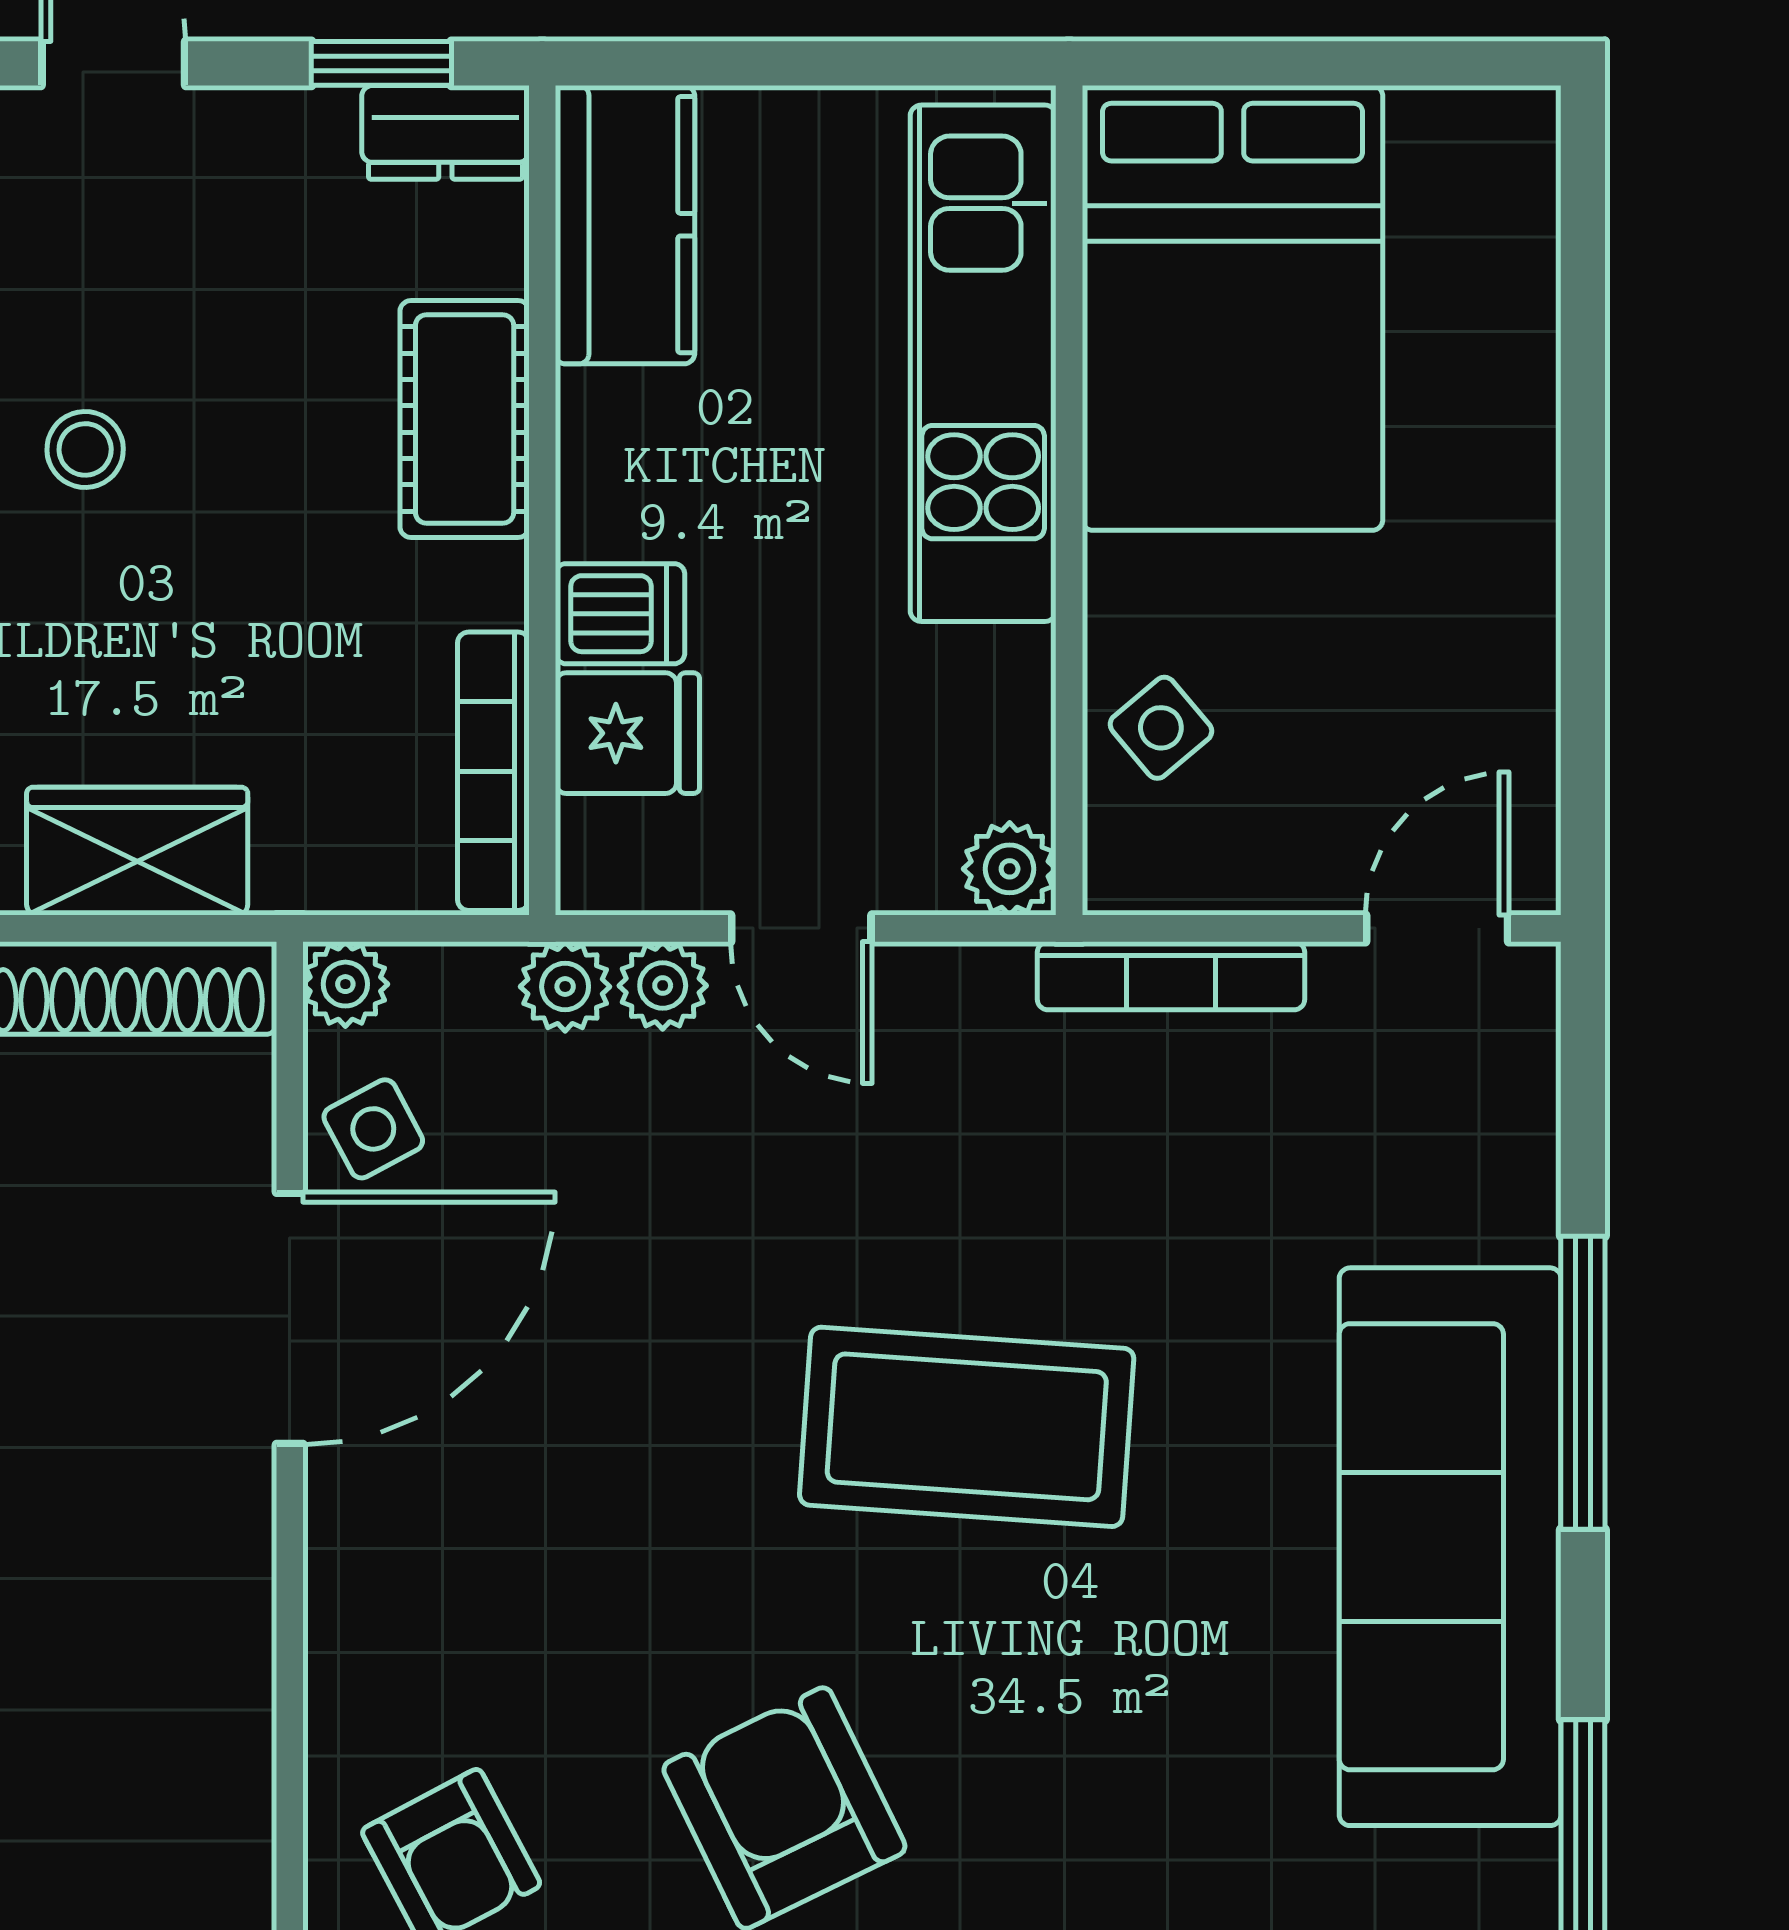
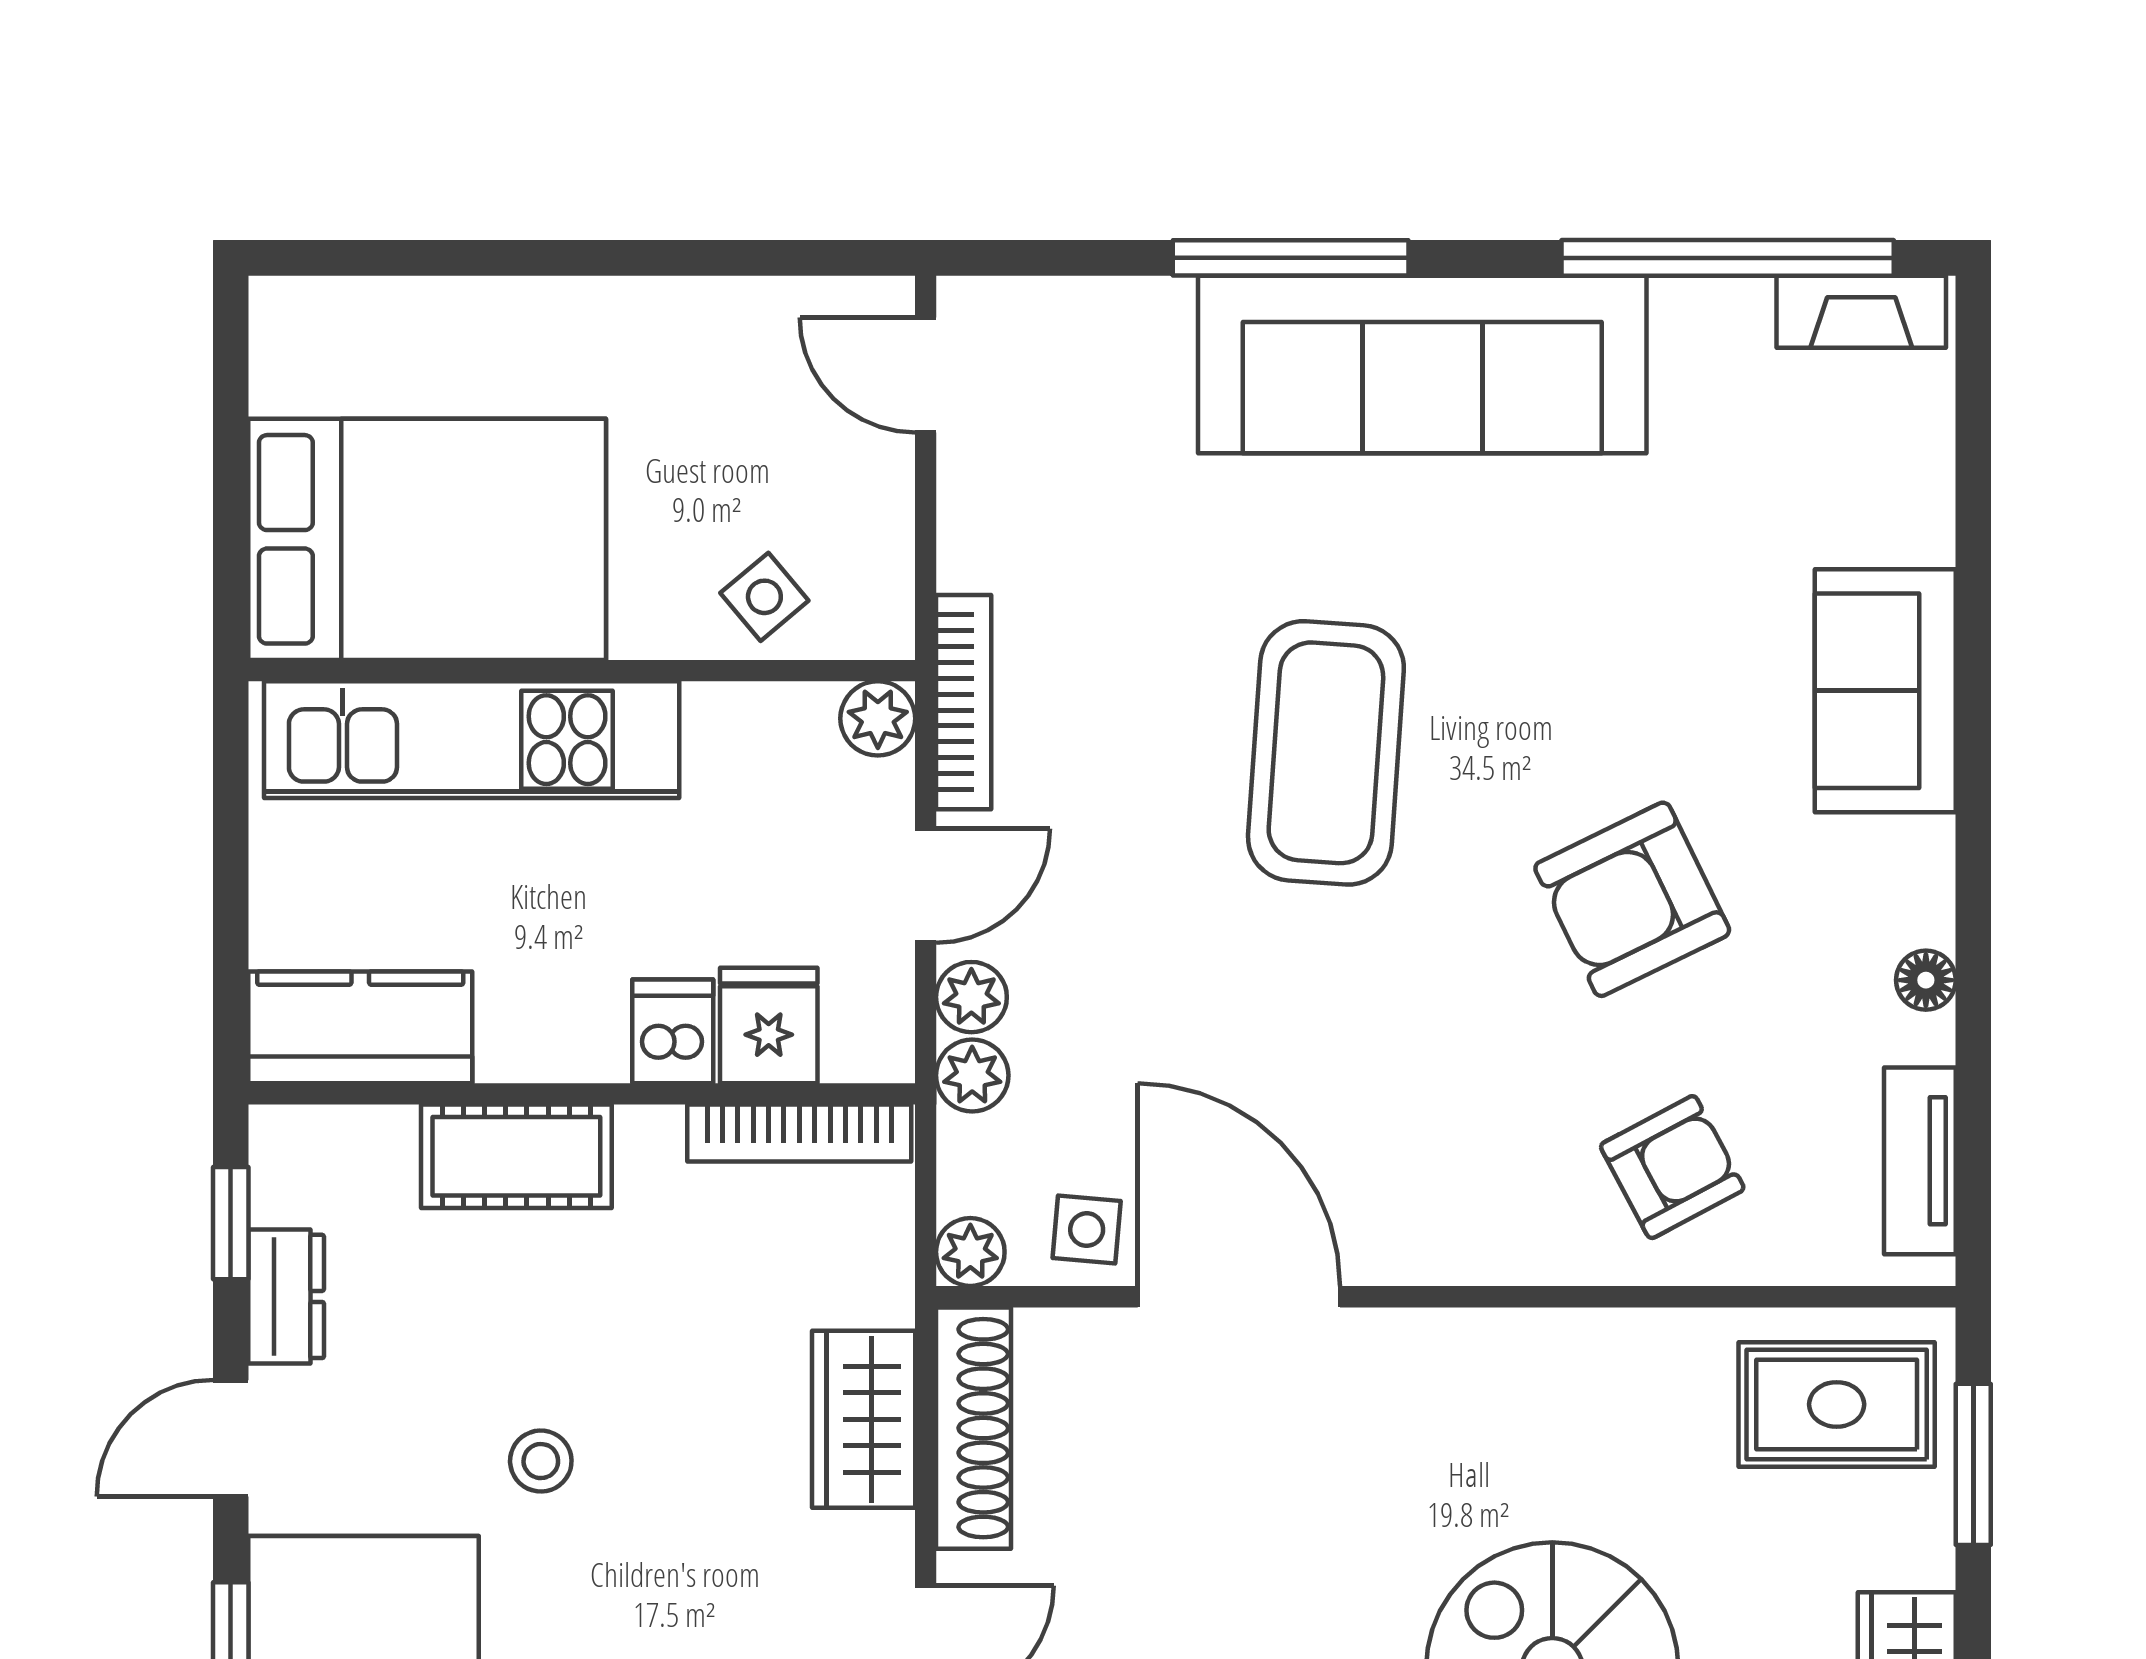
dresser: (445, 132) -> (286, 1296), moved
bookcase: (1171, 976) -> (964, 702), moved
side table: (373, 1129) -> (1087, 1230), turned 33

